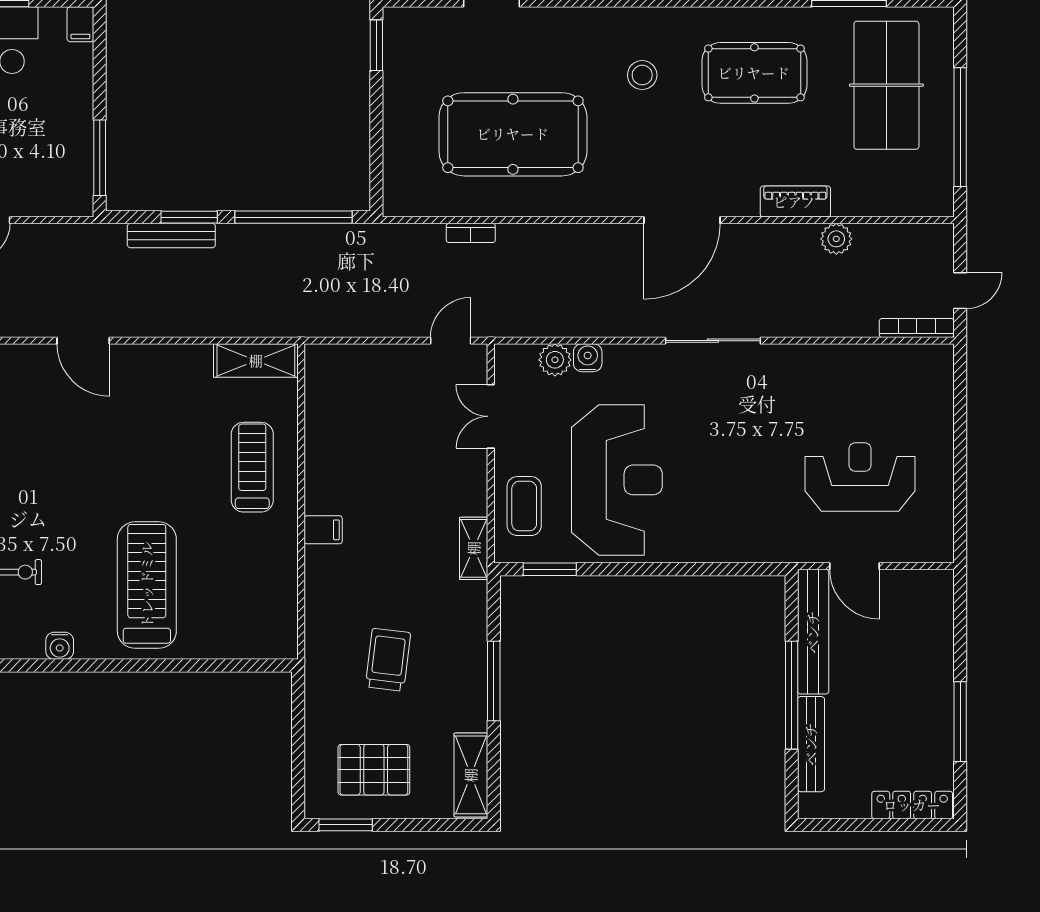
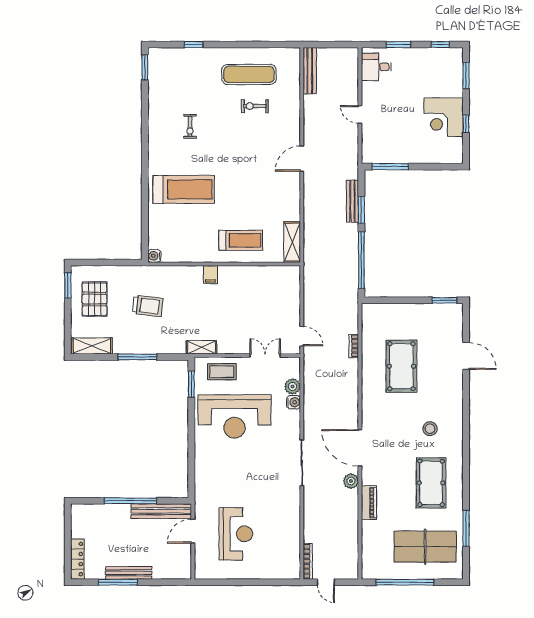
filing cabinet: (80, 24) -> (455, 157), removed
pool table: (513, 134) -> (401, 366), width x0.73, depth x0.76
plant: (836, 239) -> (351, 481), moved
water cooler: (60, 646) -> (154, 256), moved
bench: (811, 744) -> (129, 573), moved

